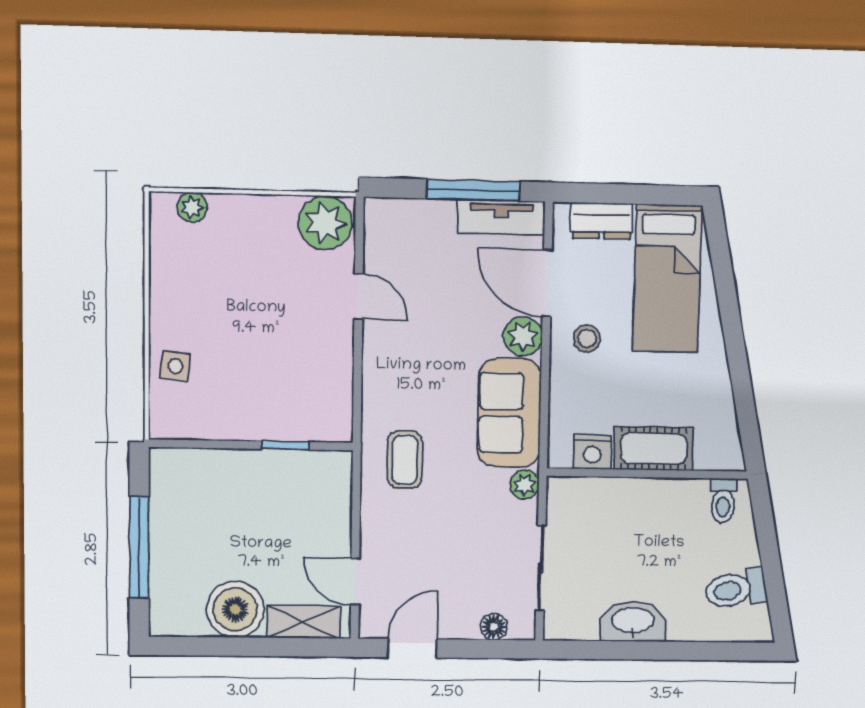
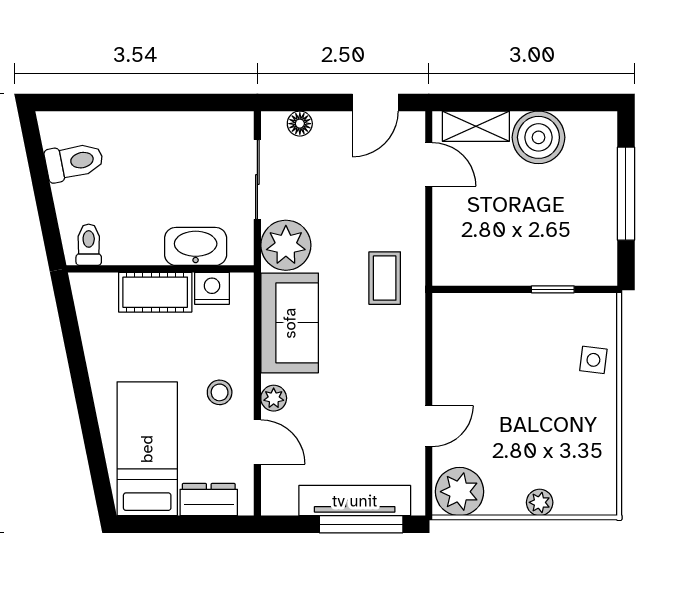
window: (473, 190) -> (361, 524), moved
plant: (192, 207) -> (540, 502), moved
tv unit: (501, 217) -> (355, 501), moved, width x1.41
door: (547, 283) -> (257, 442), width x0.73
door: (359, 297) -> (429, 426), swing flipped
plant: (523, 336) -> (274, 398), width x0.73, depth x0.73
window: (285, 445) -> (553, 289), moved
plant: (525, 485) -> (286, 245), width x1.88, depth x1.88
washbasin: (633, 621) -> (196, 246), moved, turned 180

